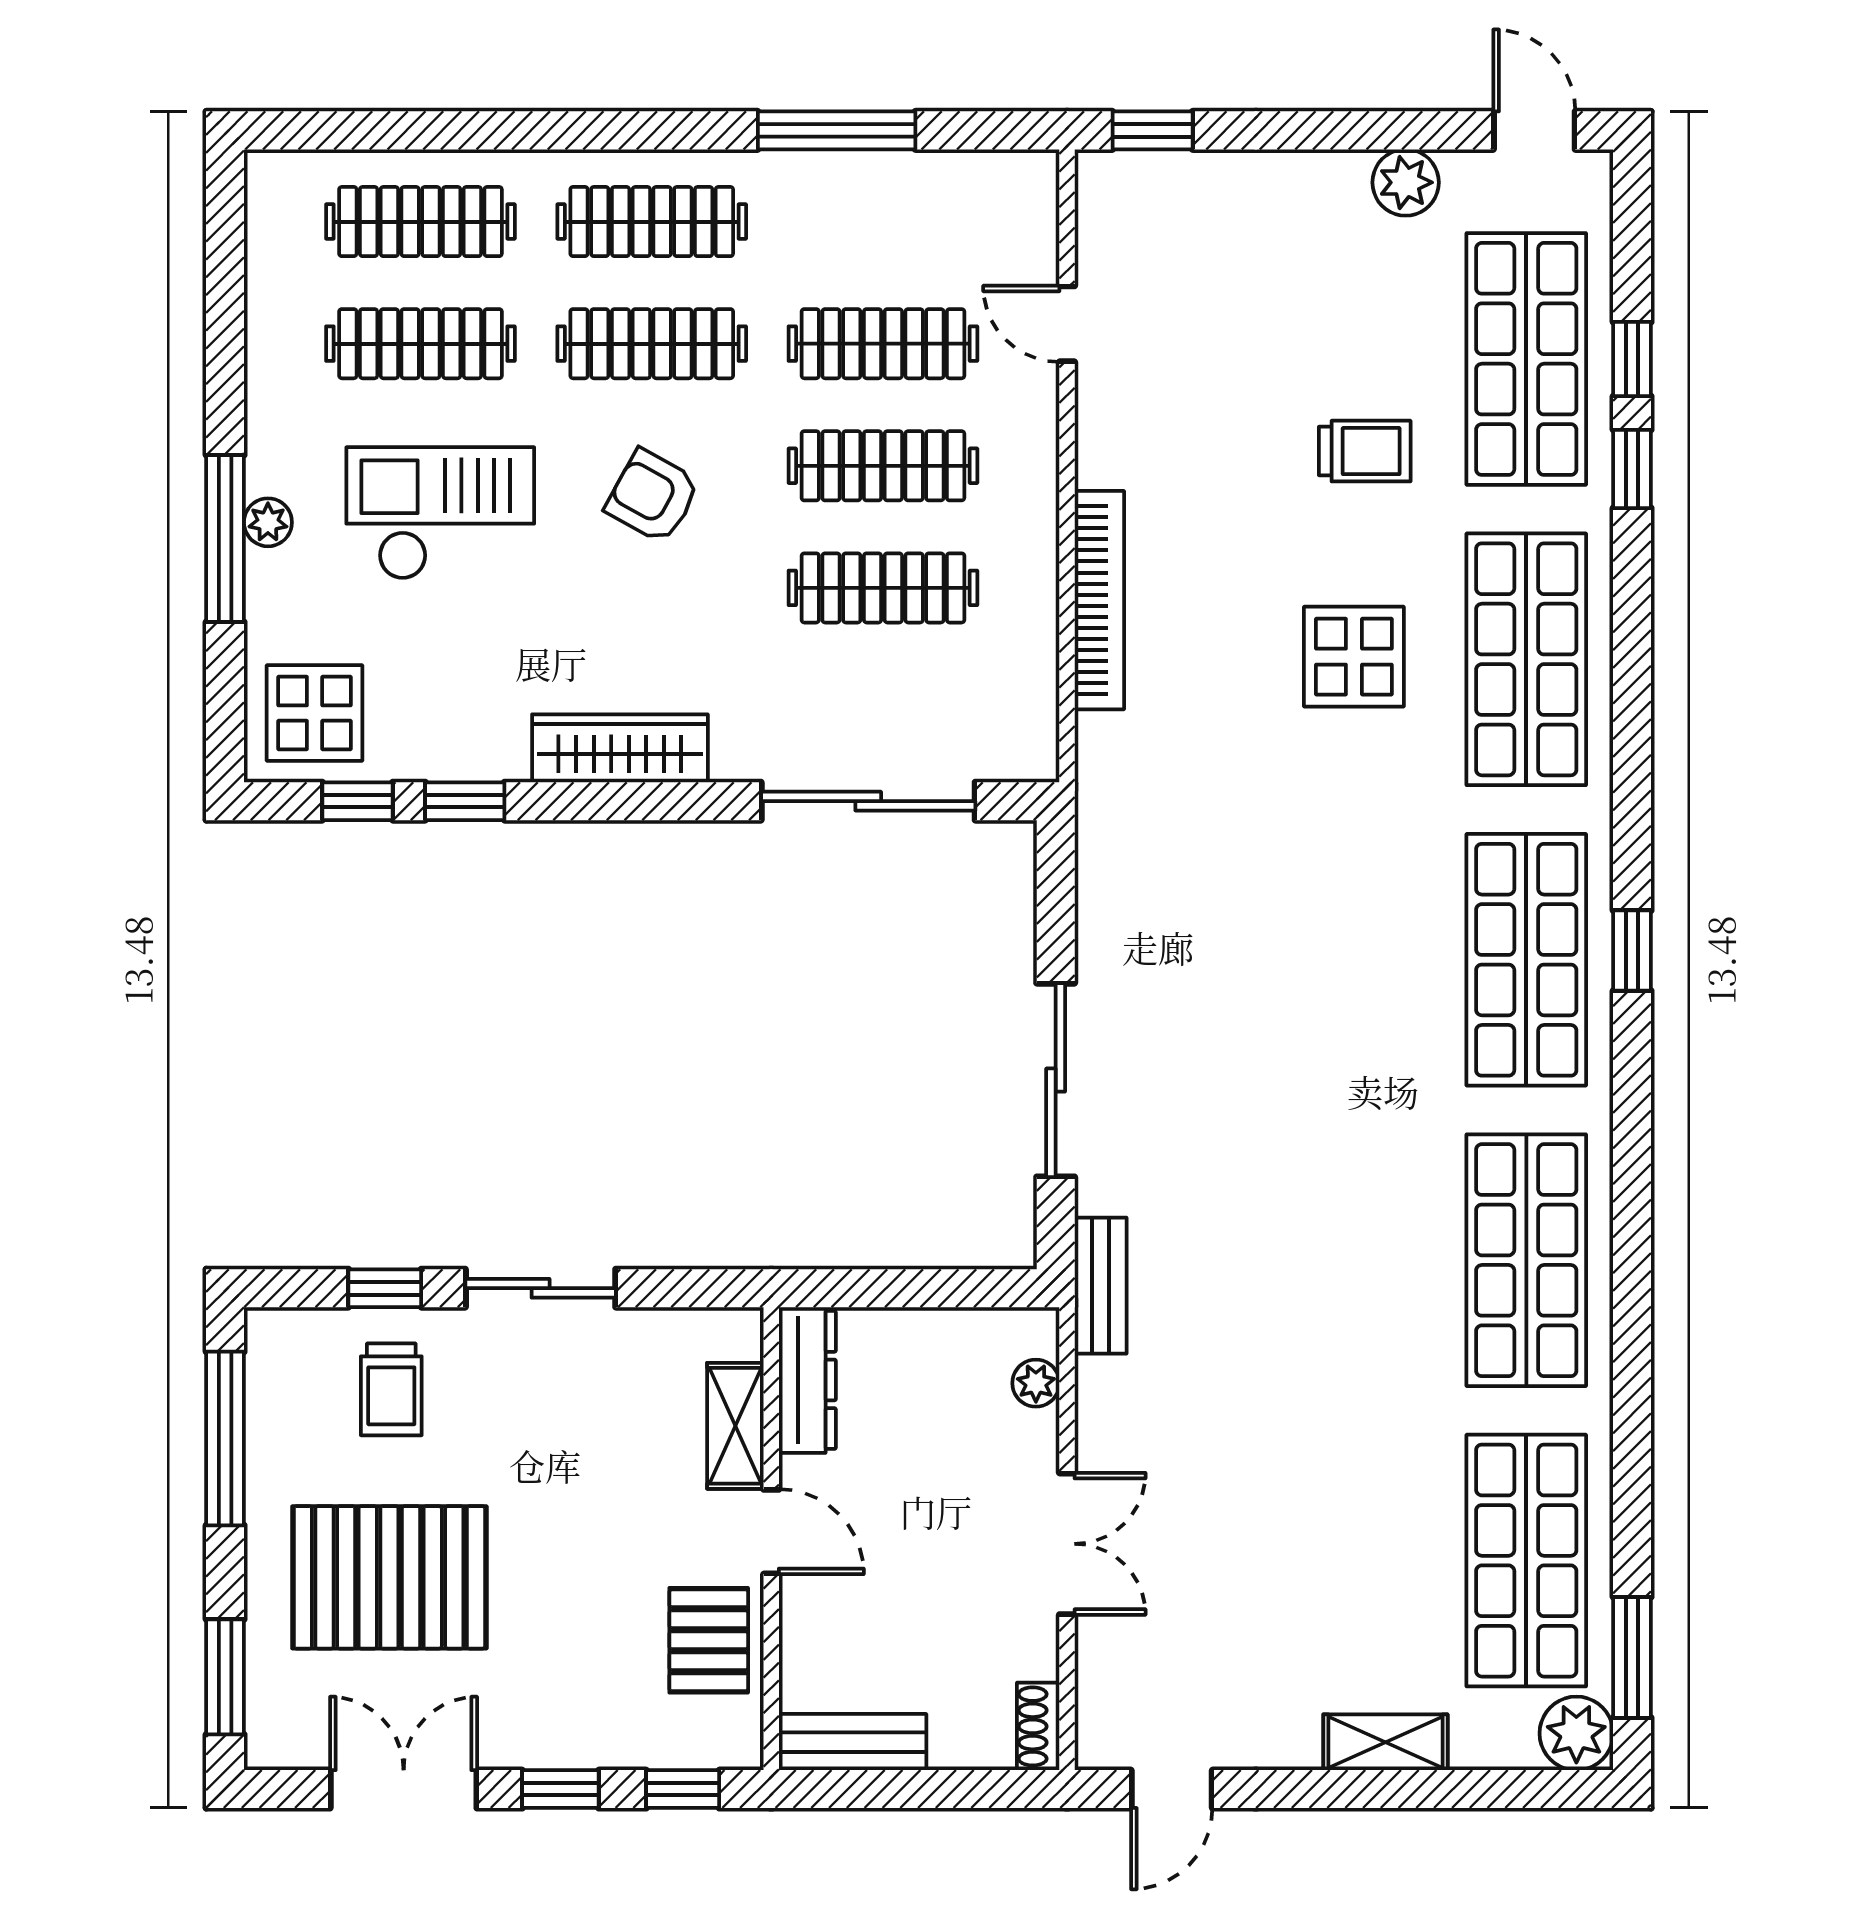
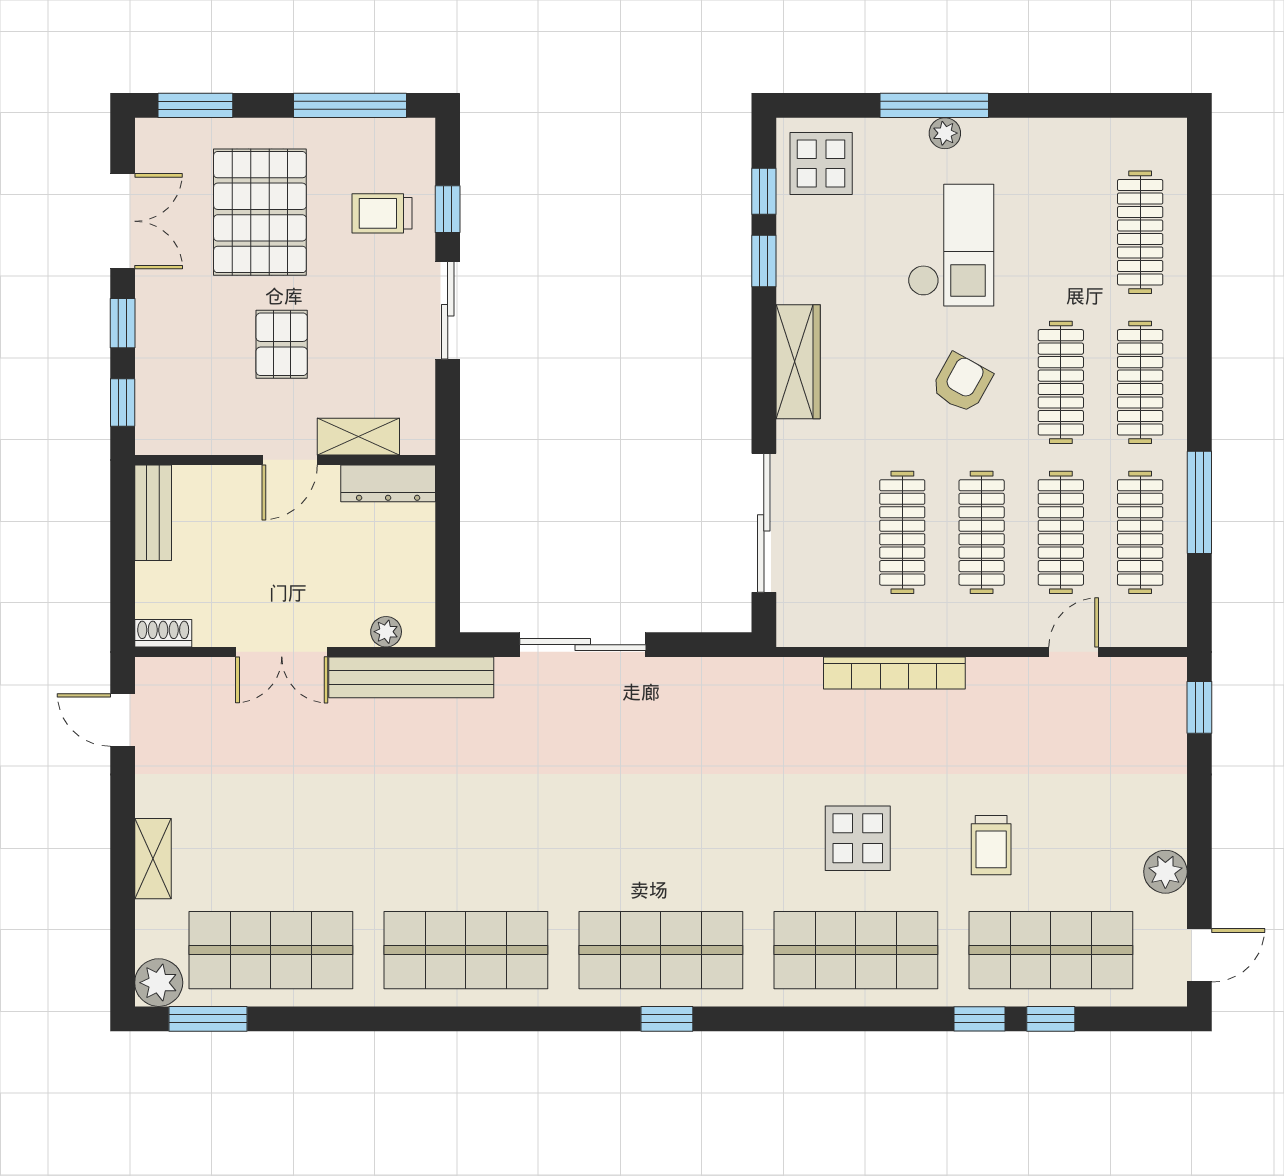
clothes rail: (420, 344) -> (1140, 532), moved
bench: (1101, 1286) -> (411, 677), width x1.86, depth x1.21
pallet: (709, 1640) -> (282, 344), moved, turned 90

